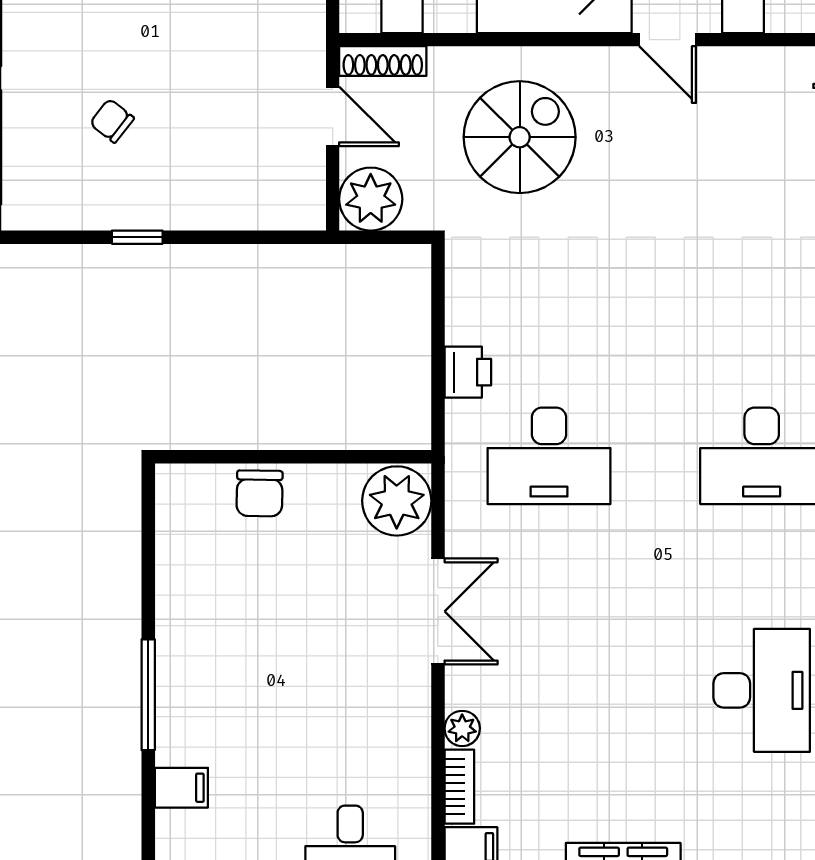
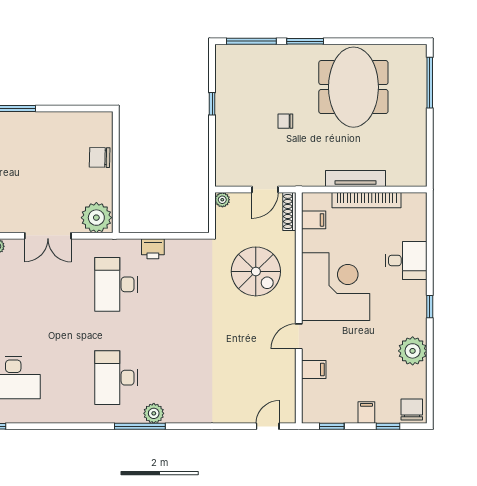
chair: (112, 121) -> (285, 121), moved, turned -128
plant: (371, 199) -> (222, 200), width x0.53, depth x0.53

